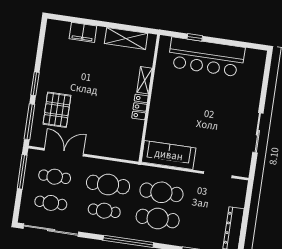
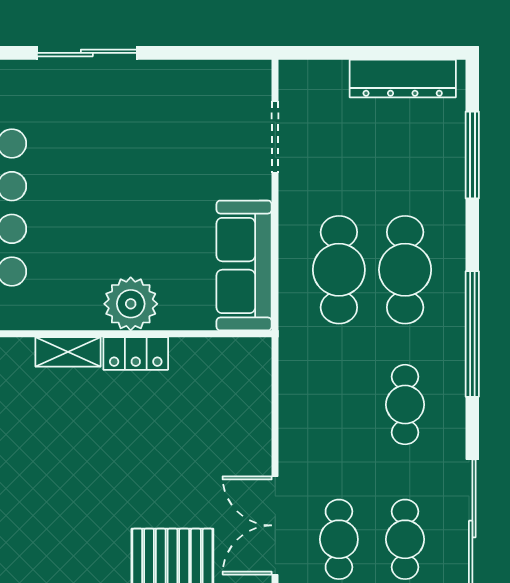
plant: (160, 108) -> (131, 304), added
sliding door: (258, 133) -> (87, 53), moved
cafe table: (108, 185) -> (339, 405), removed

